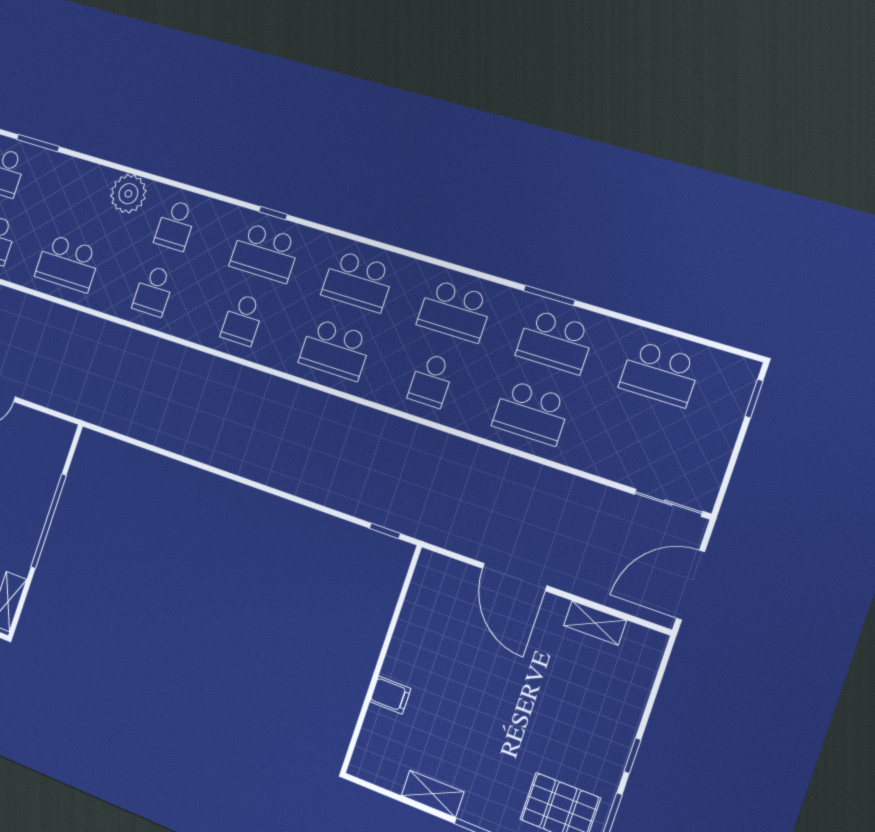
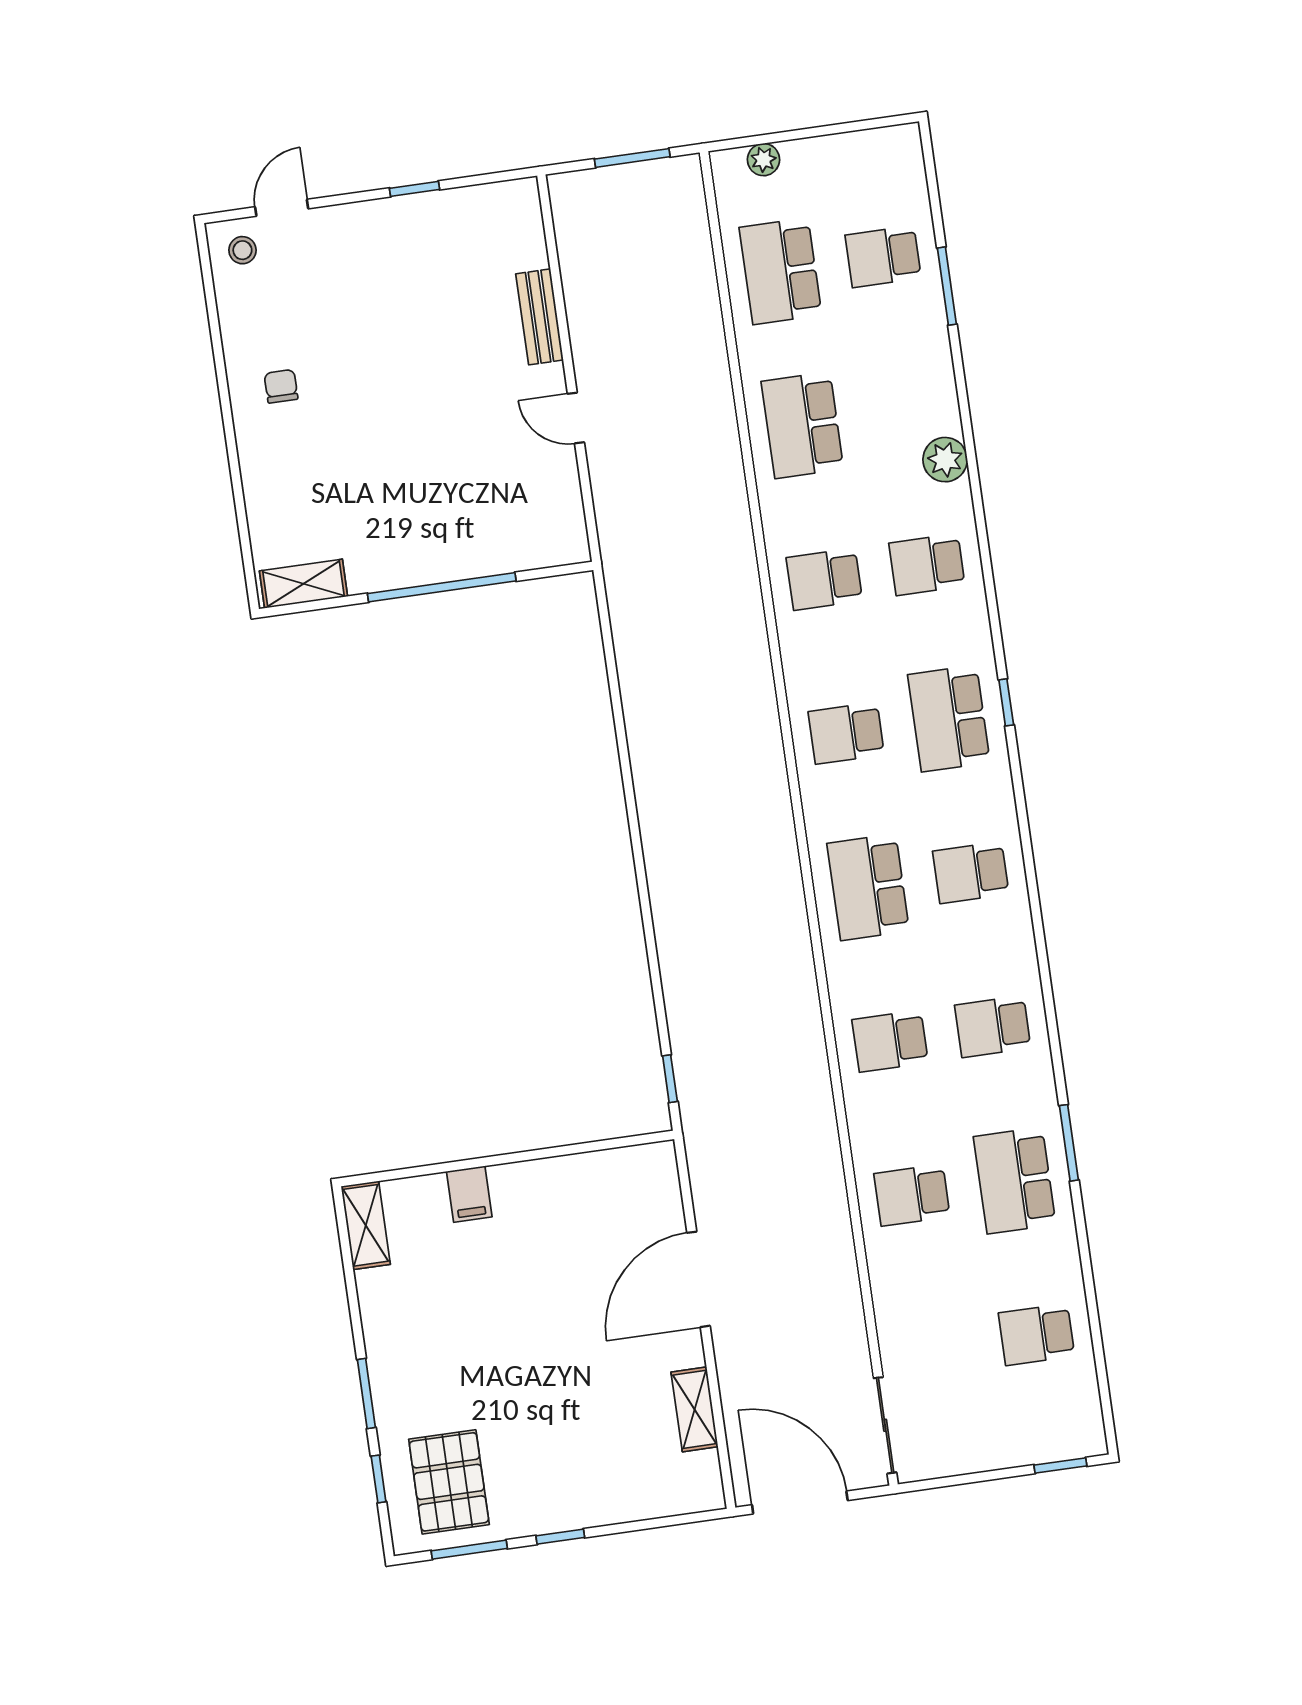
plant: (128, 194) -> (945, 460), width x0.73, depth x0.73
school desk: (358, 281) -> (971, 873), width x0.54
school desk: (455, 311) -> (993, 1027), width x0.54
school desk: (660, 374) -> (1037, 1335), width x0.54
school desk: (531, 413) -> (912, 1195), width x0.54
shelving: (433, 794) -> (366, 1225), moved

